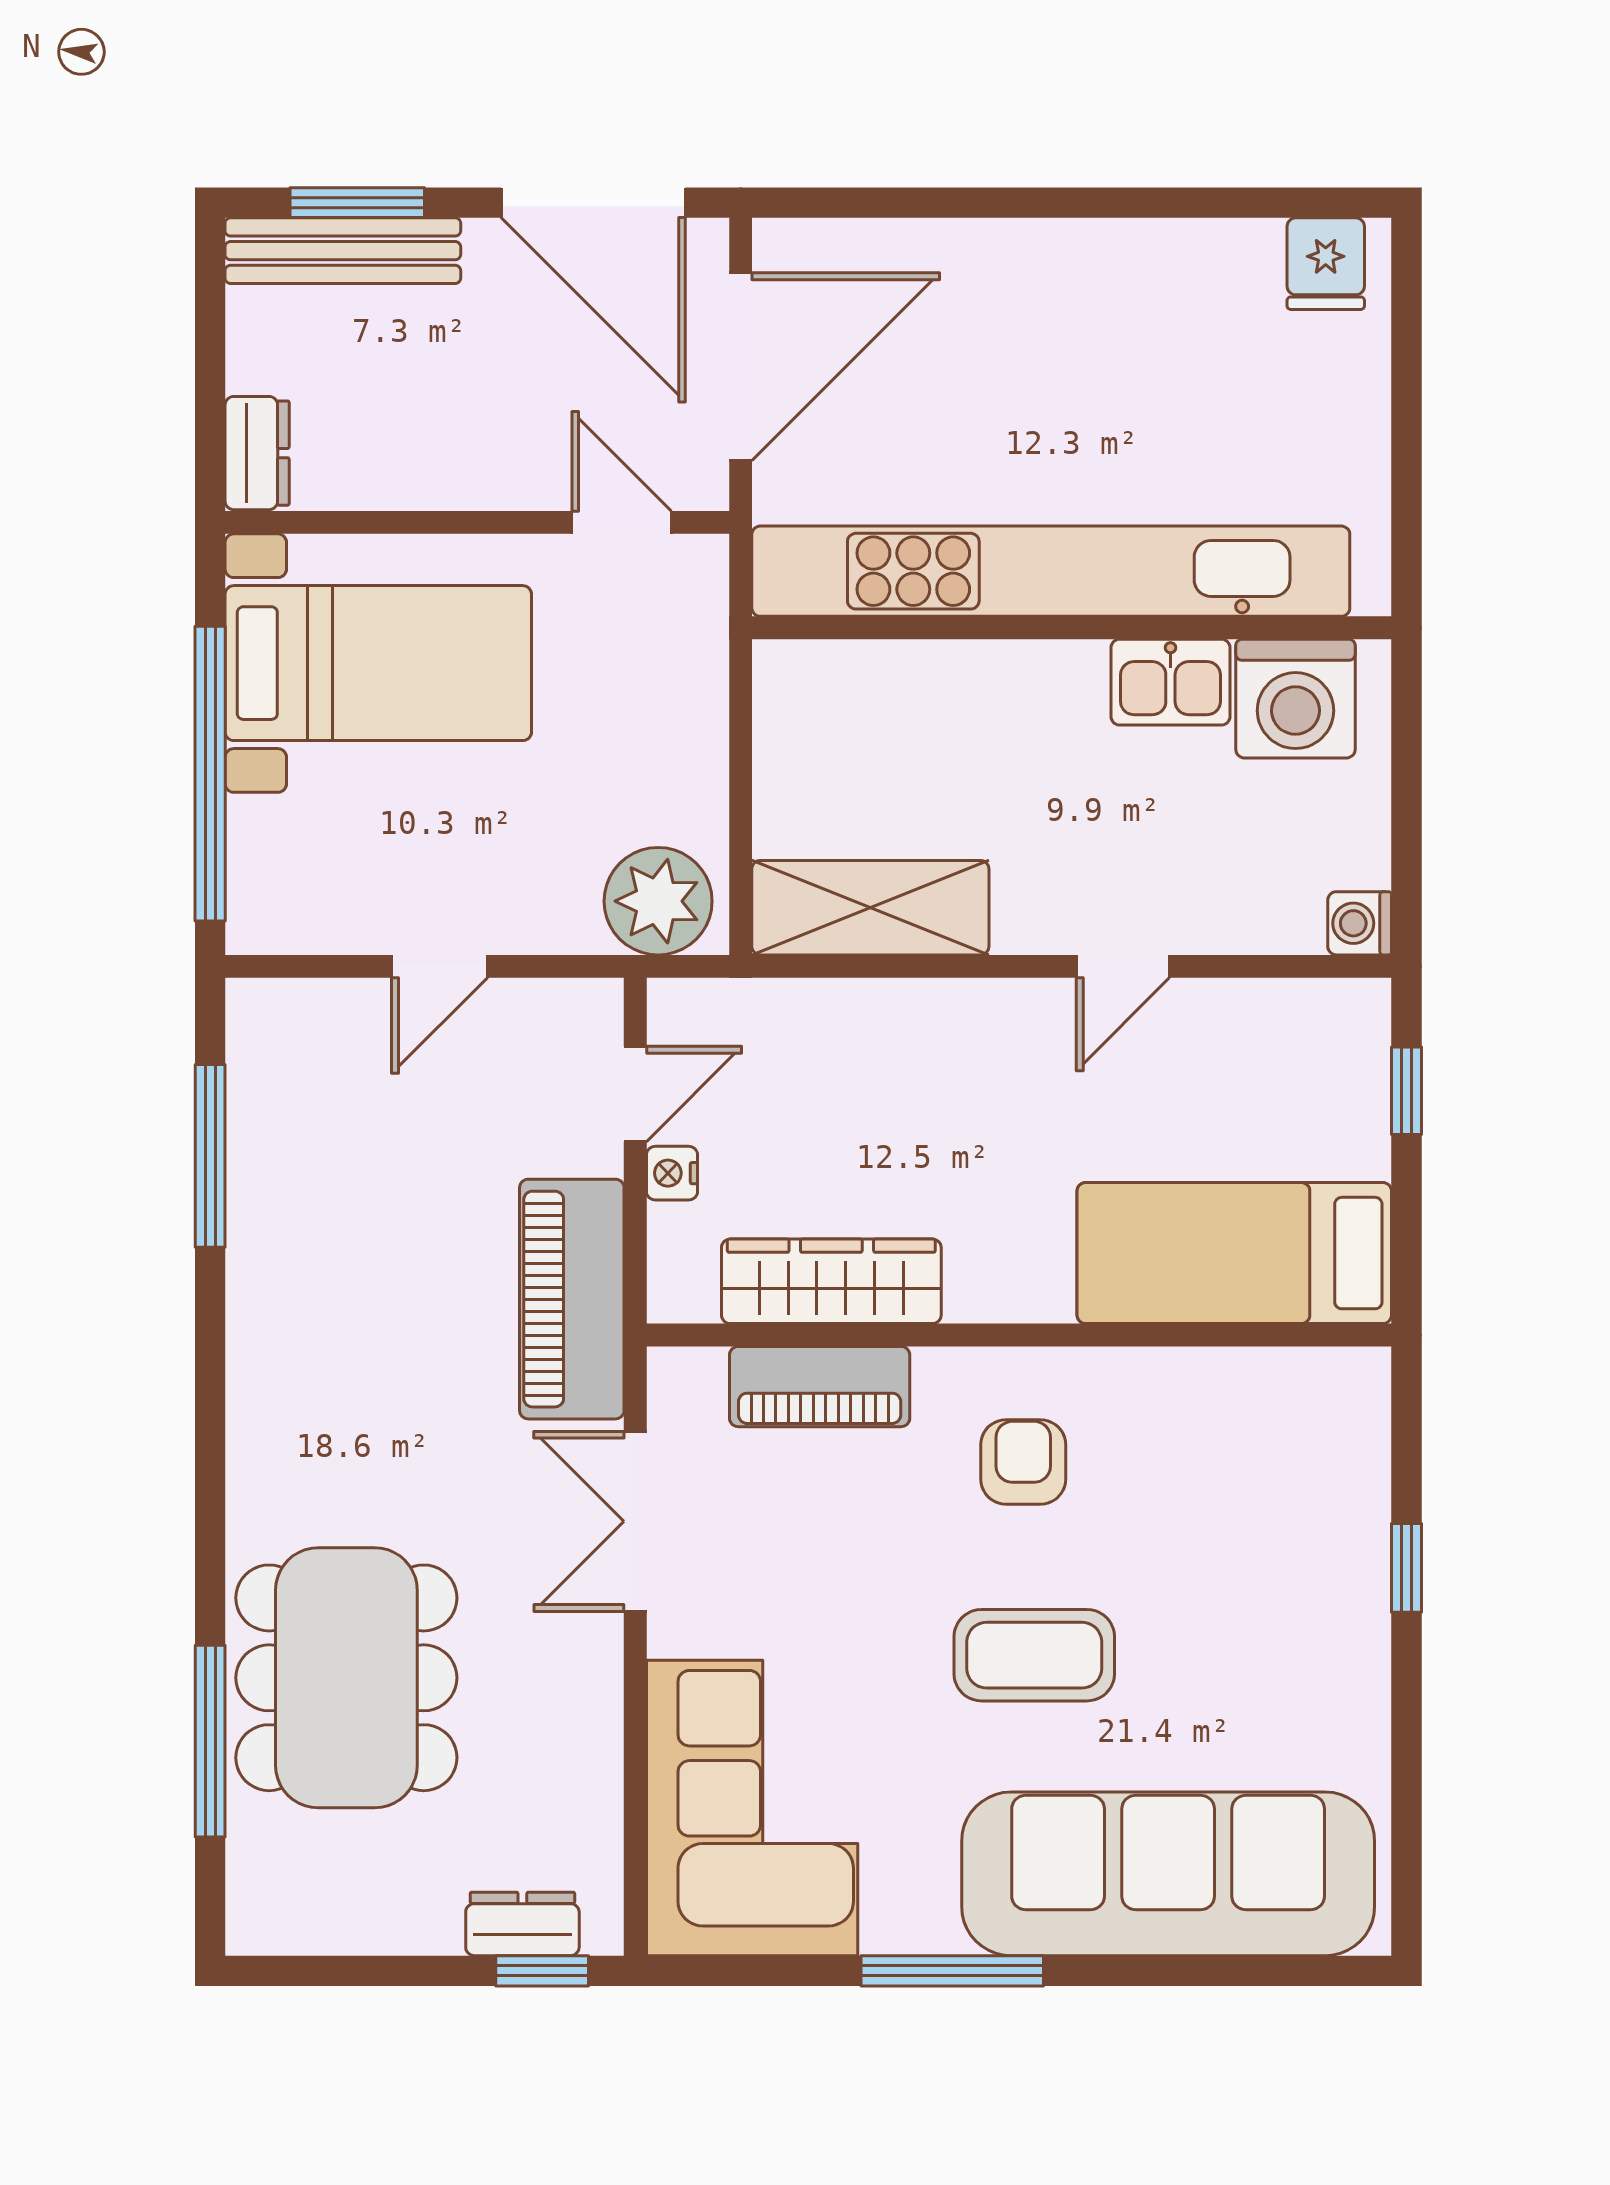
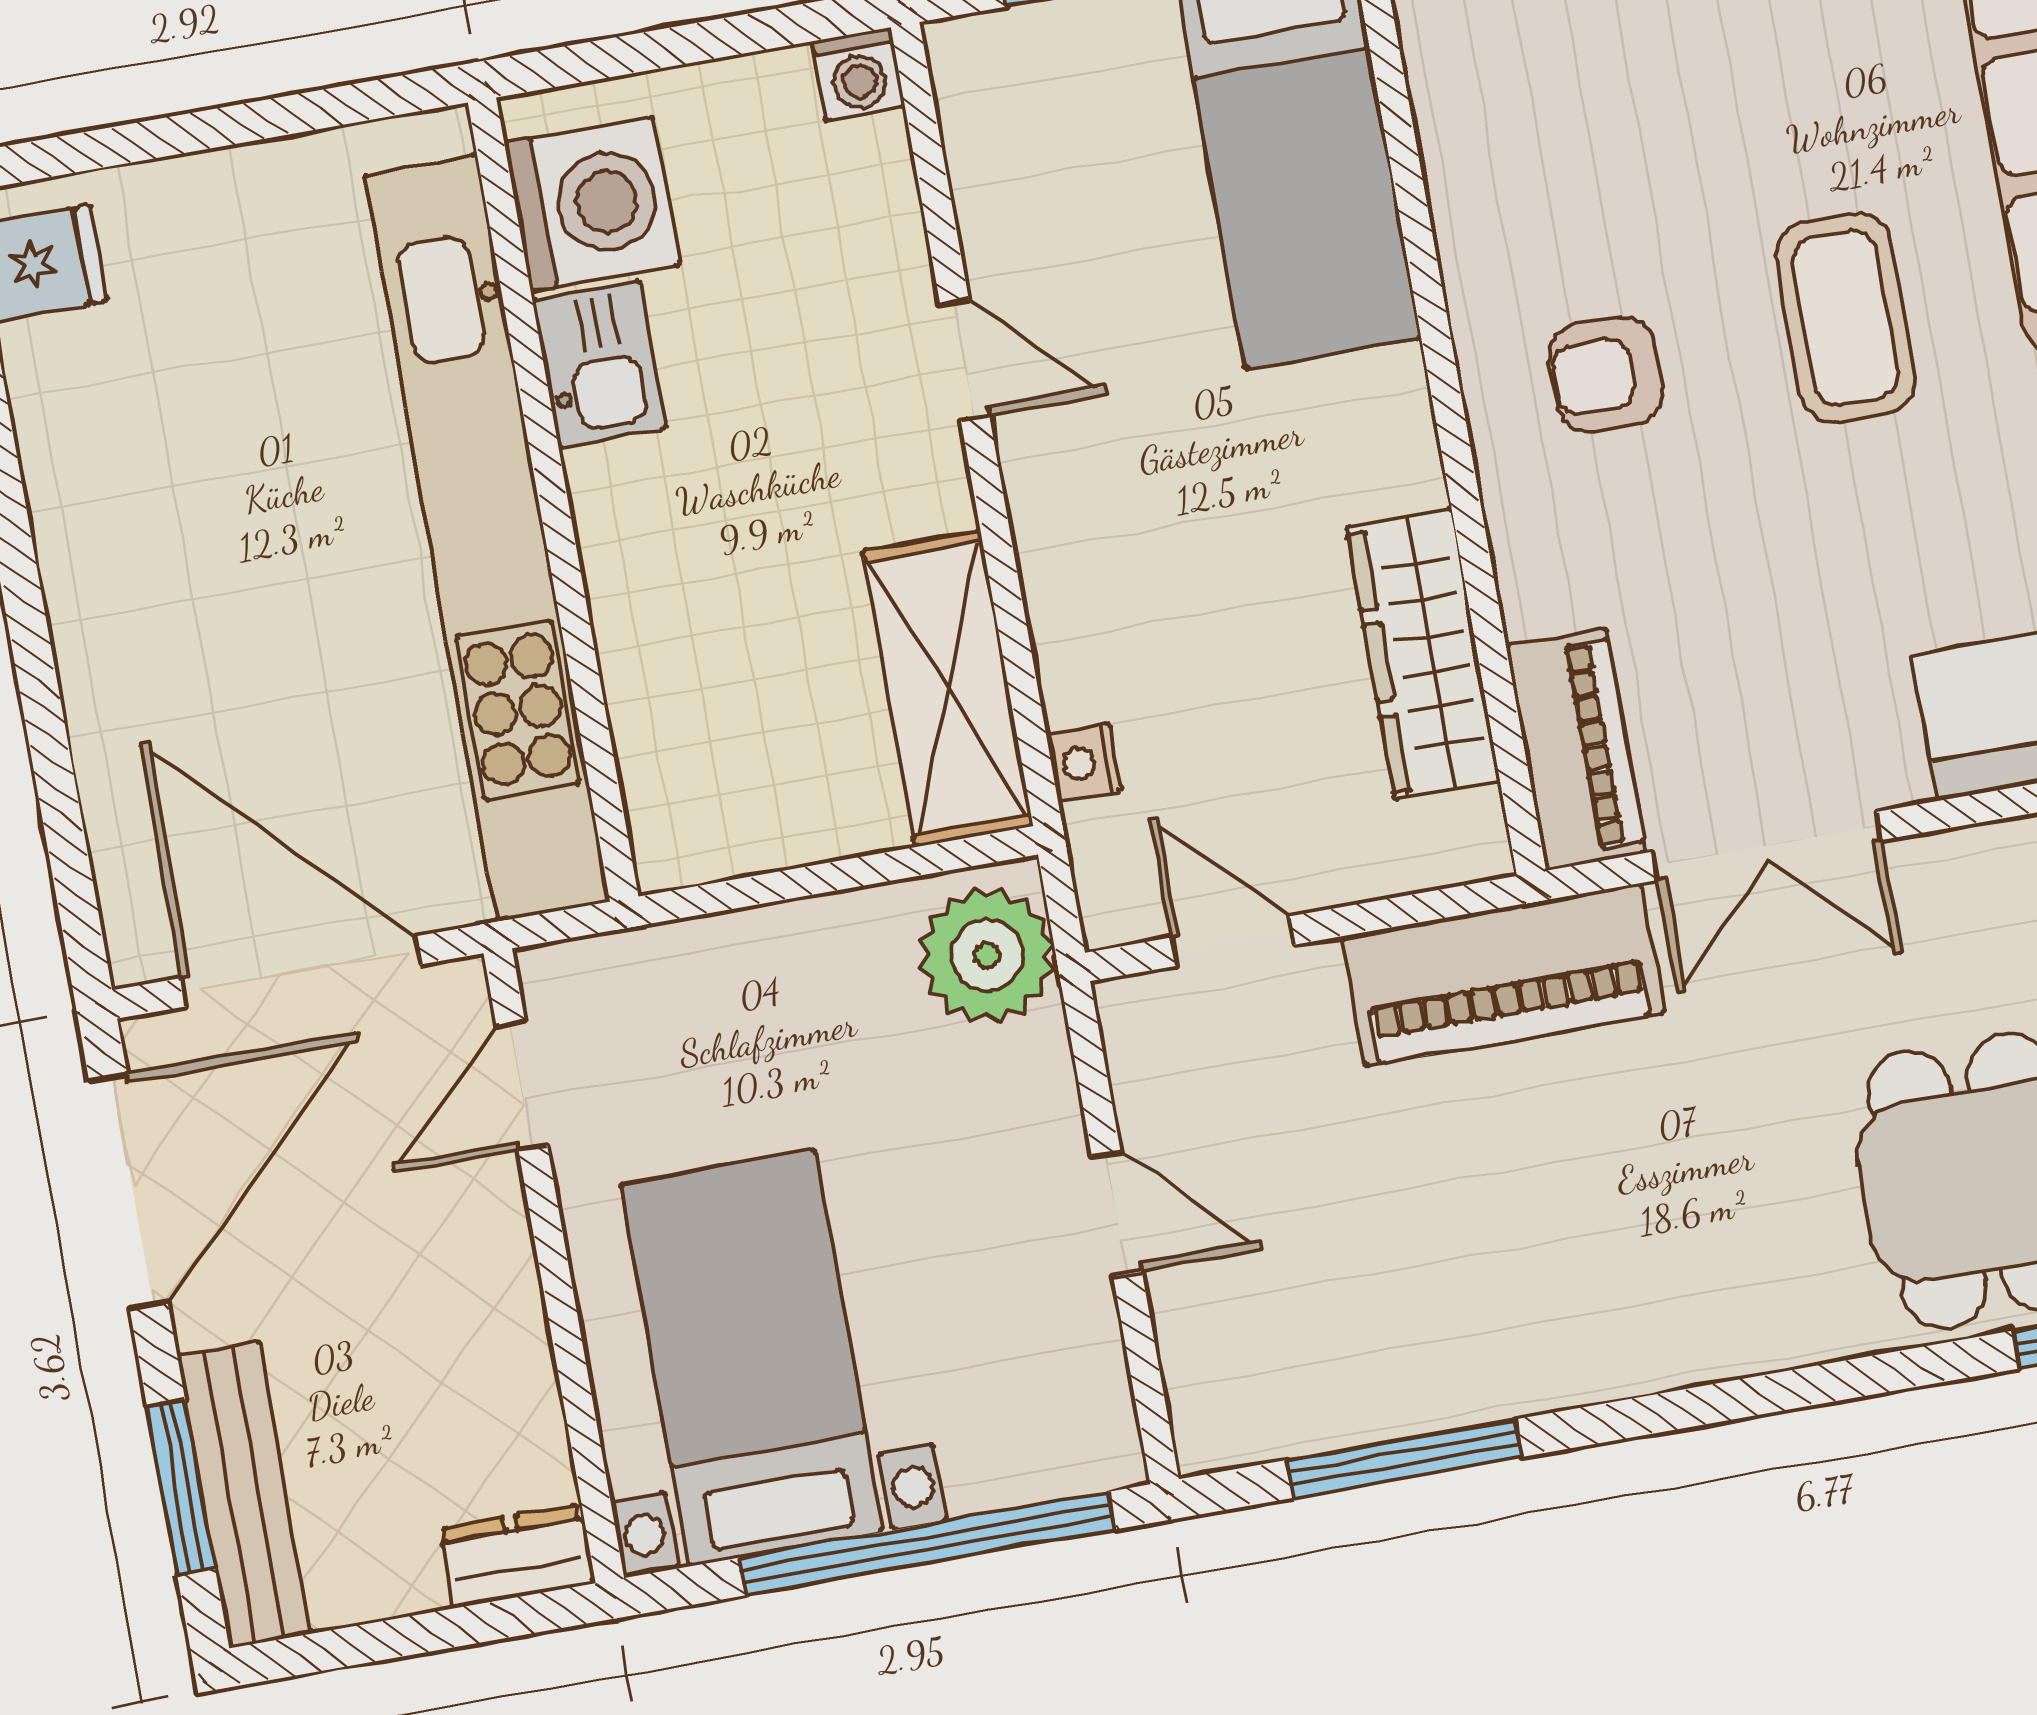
nightstand: (672, 1173) -> (1084, 762), moved, turned 90
piano: (820, 1387) -> (1576, 749), moved

